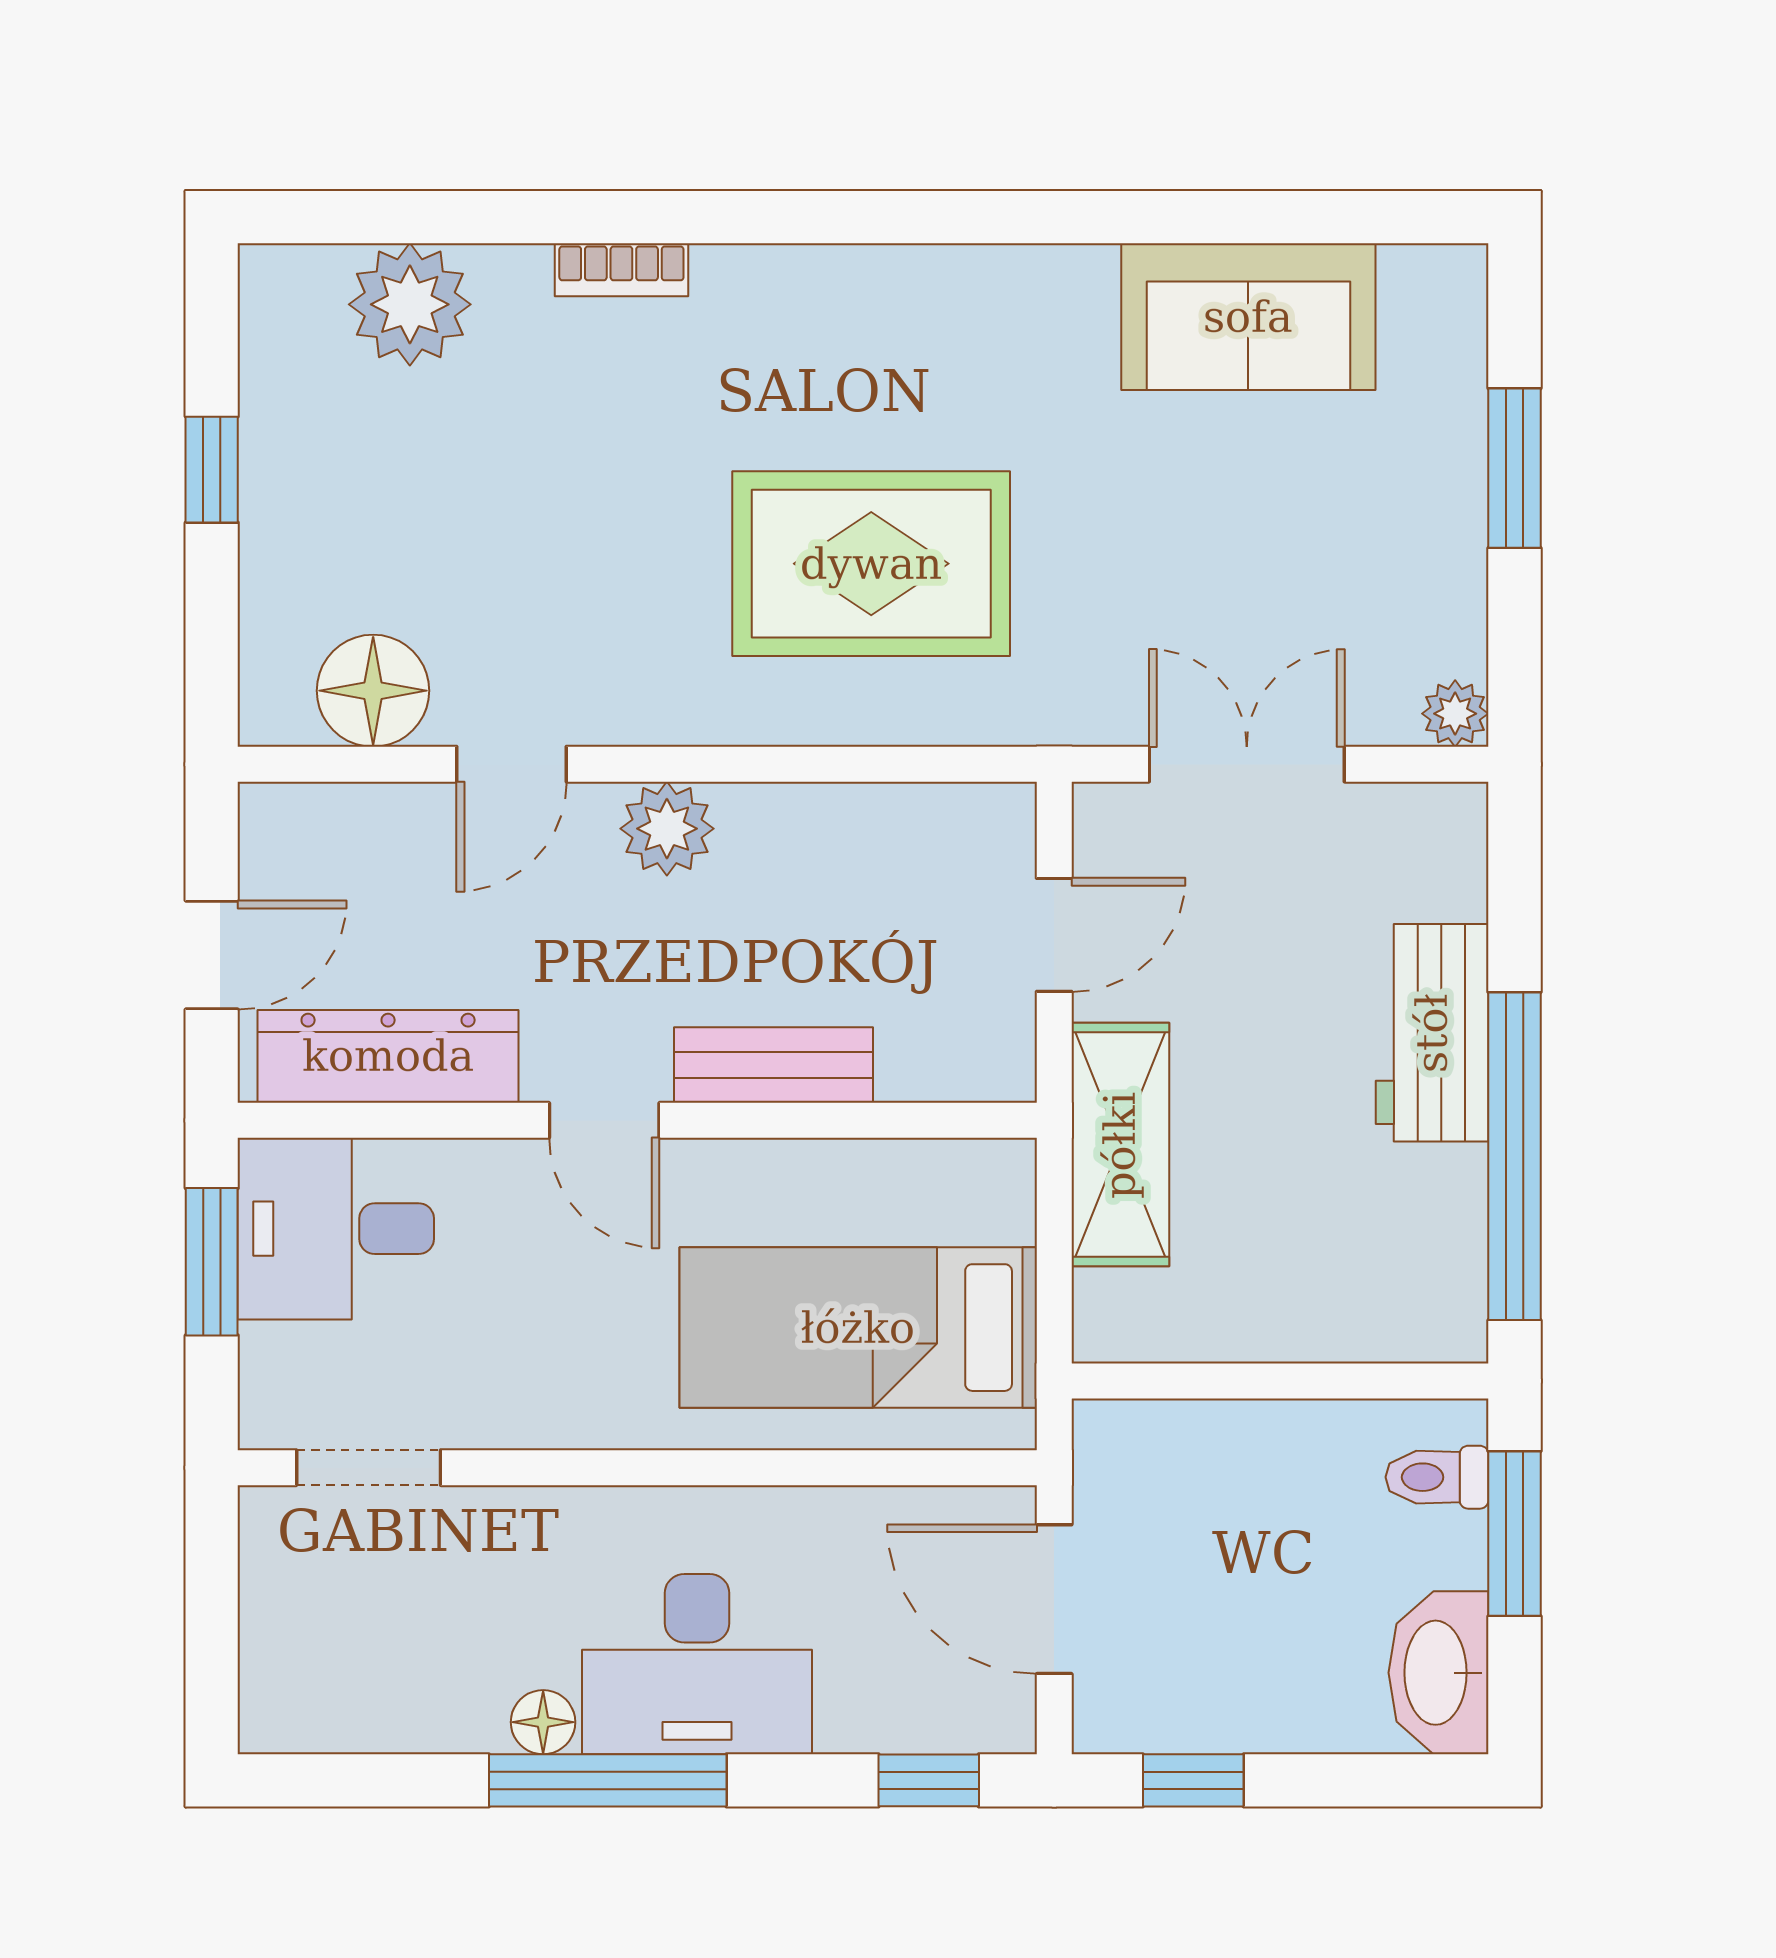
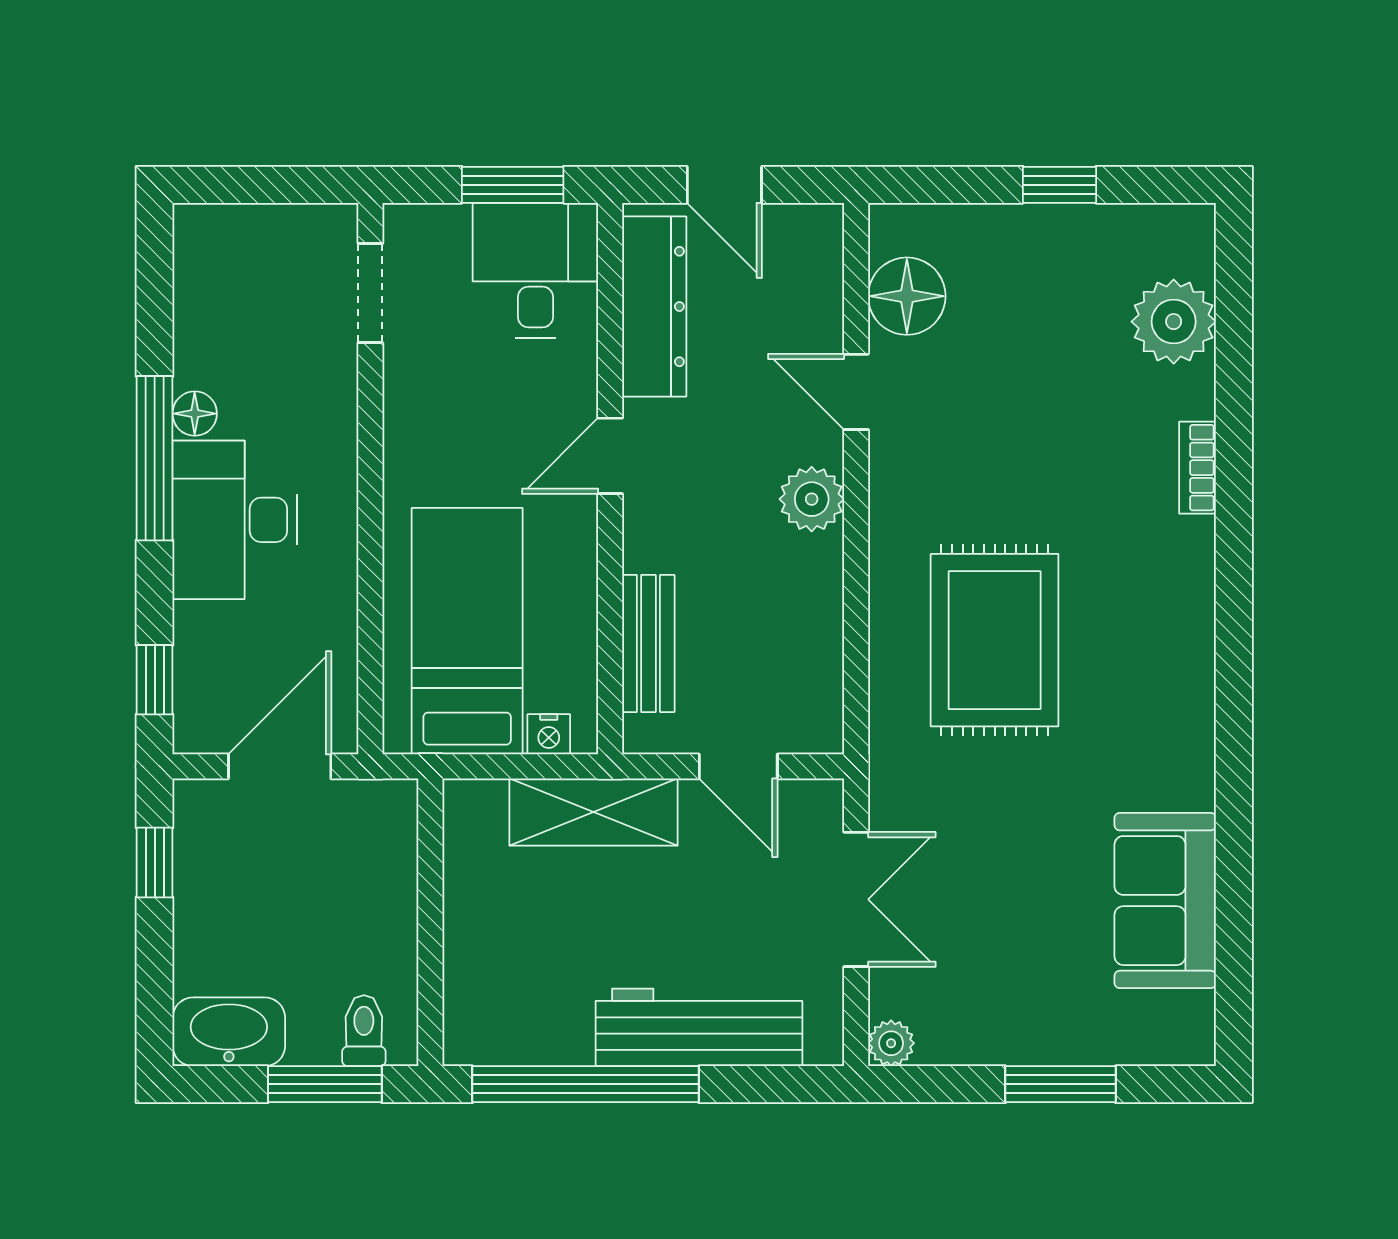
workbench: (1432, 1033) -> (699, 1027), width x1.38
bench: (773, 1065) -> (648, 644), moved
nightstand: (1008, 1209) -> (549, 734), added

